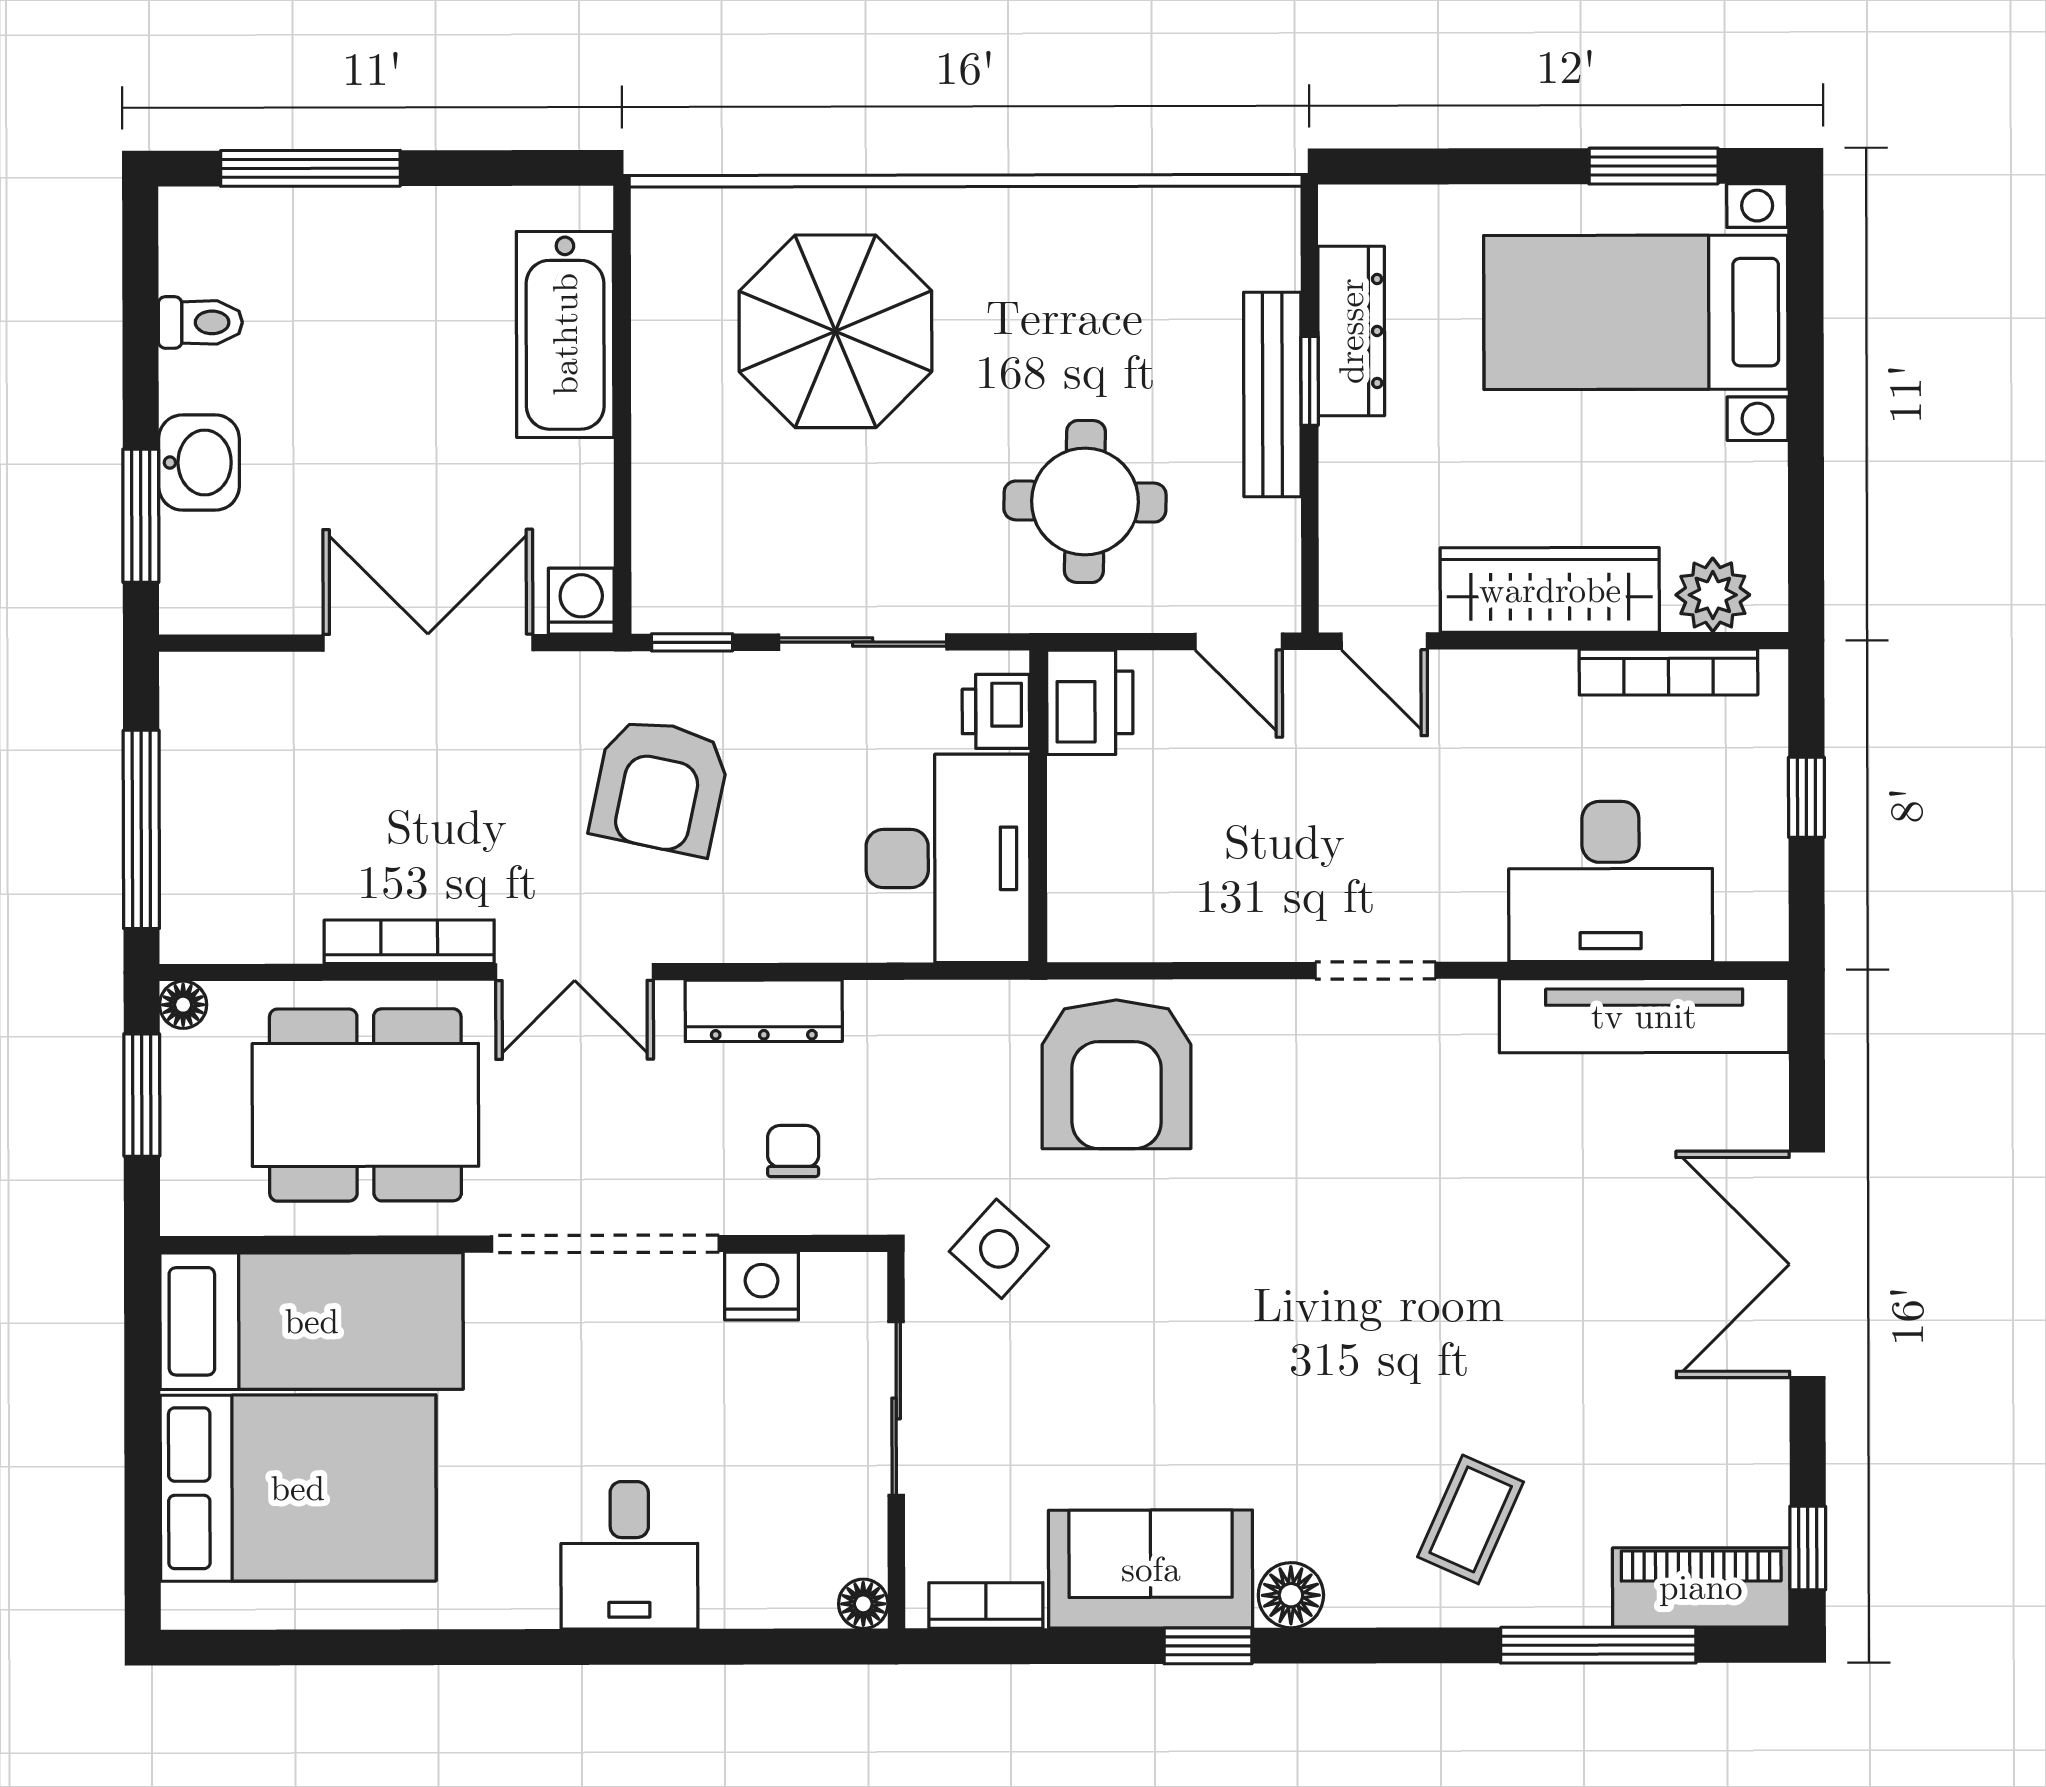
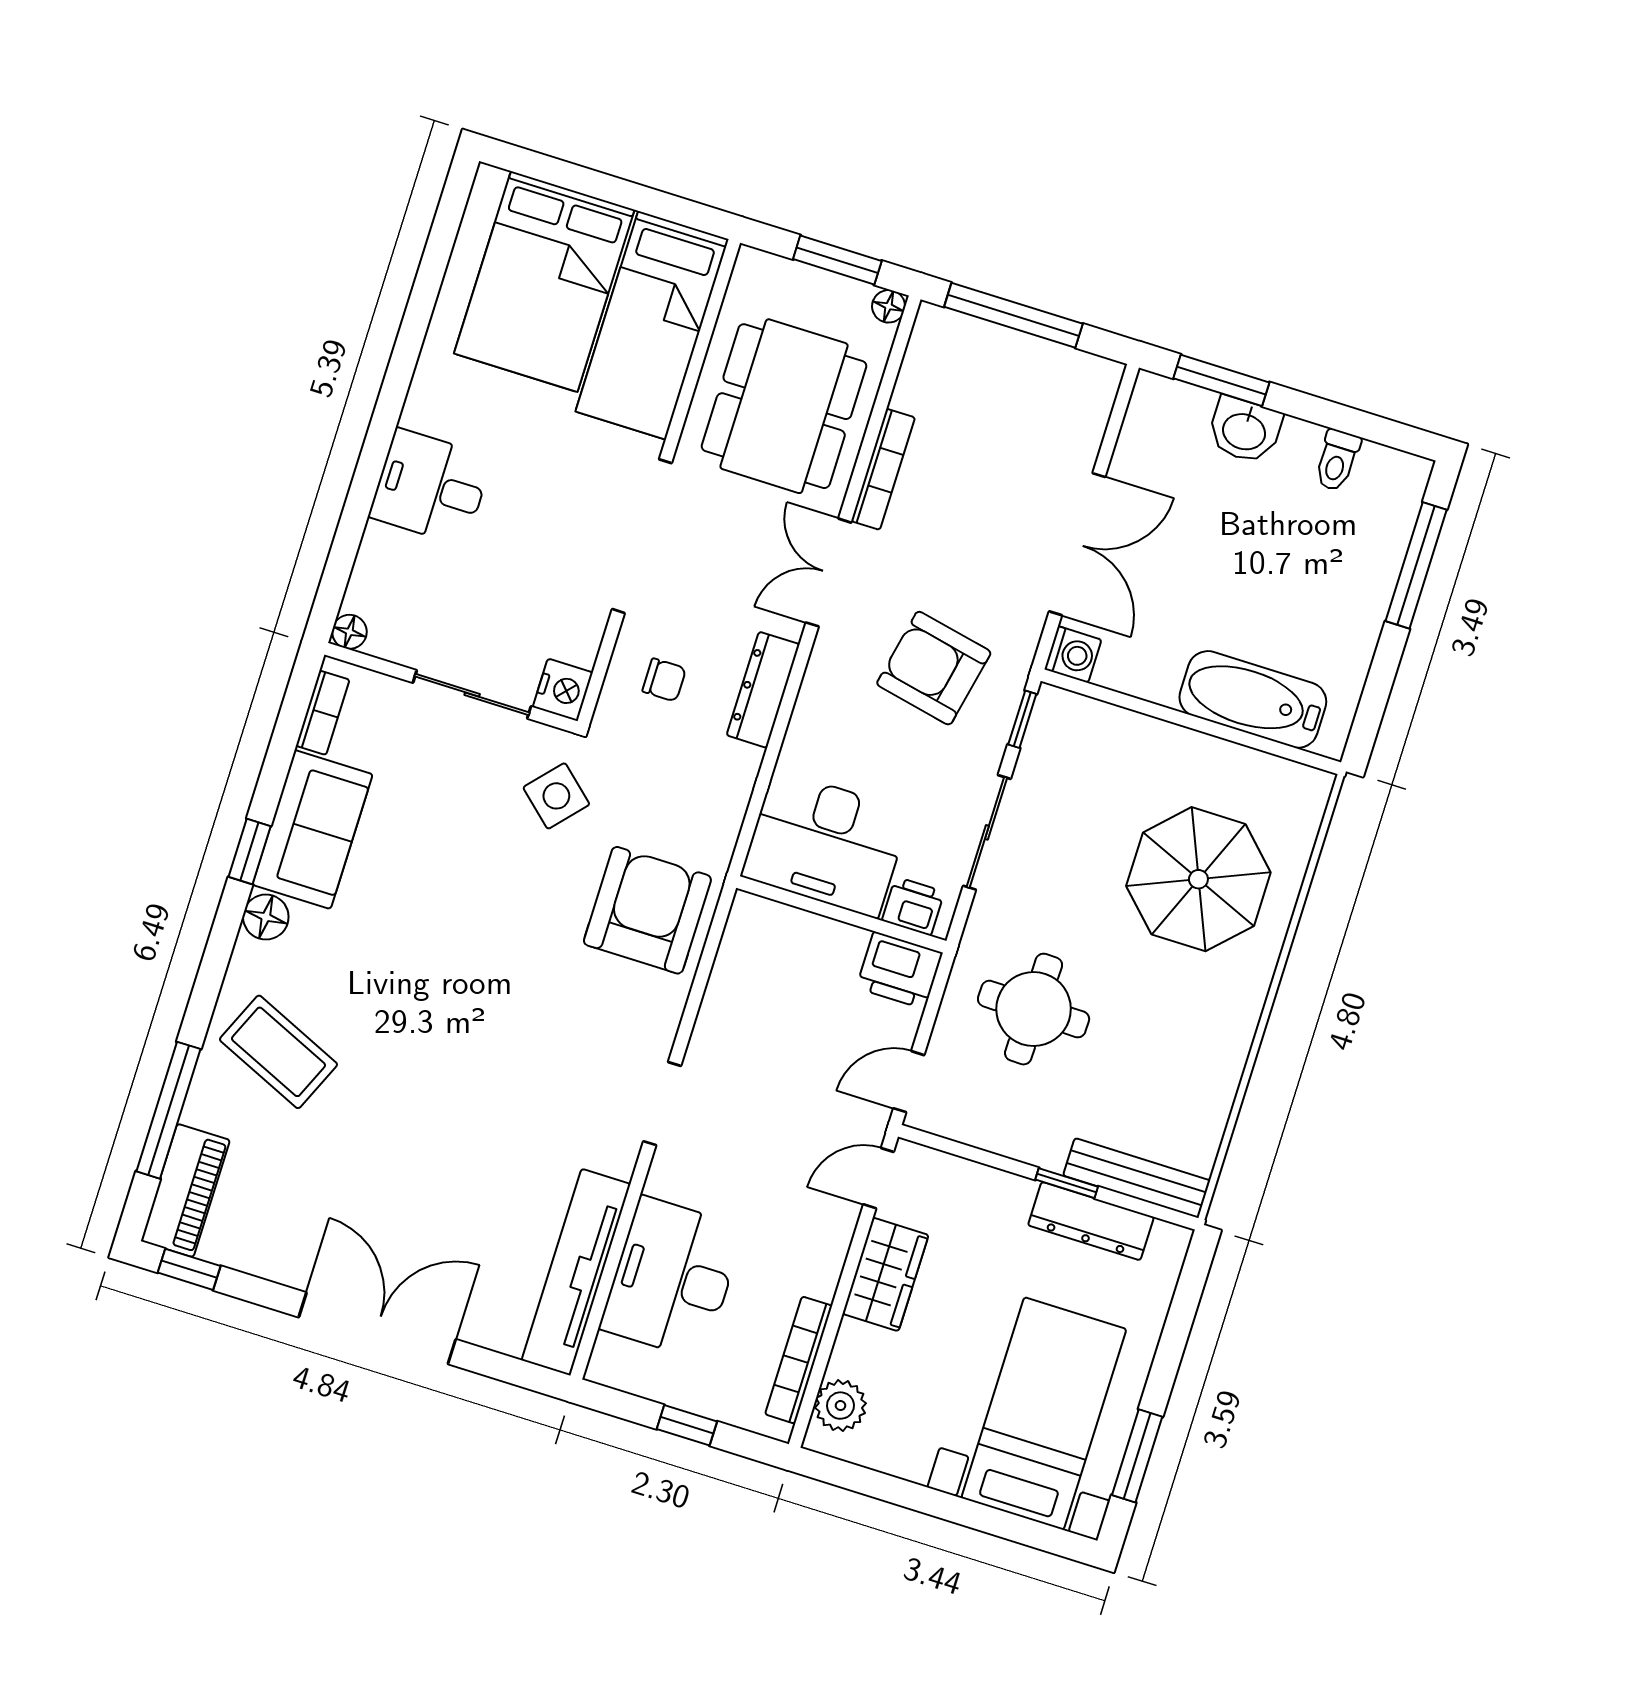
bench: (1272, 395) -> (1137, 1178), moved
wardrobe: (1550, 590) -> (885, 1274), width x0.67
armchair: (1116, 1074) -> (647, 910), turned 90
nightstand: (762, 1286) -> (563, 690), moved
coffee table: (1471, 1519) -> (278, 1052), width x1.36, depth x1.30

